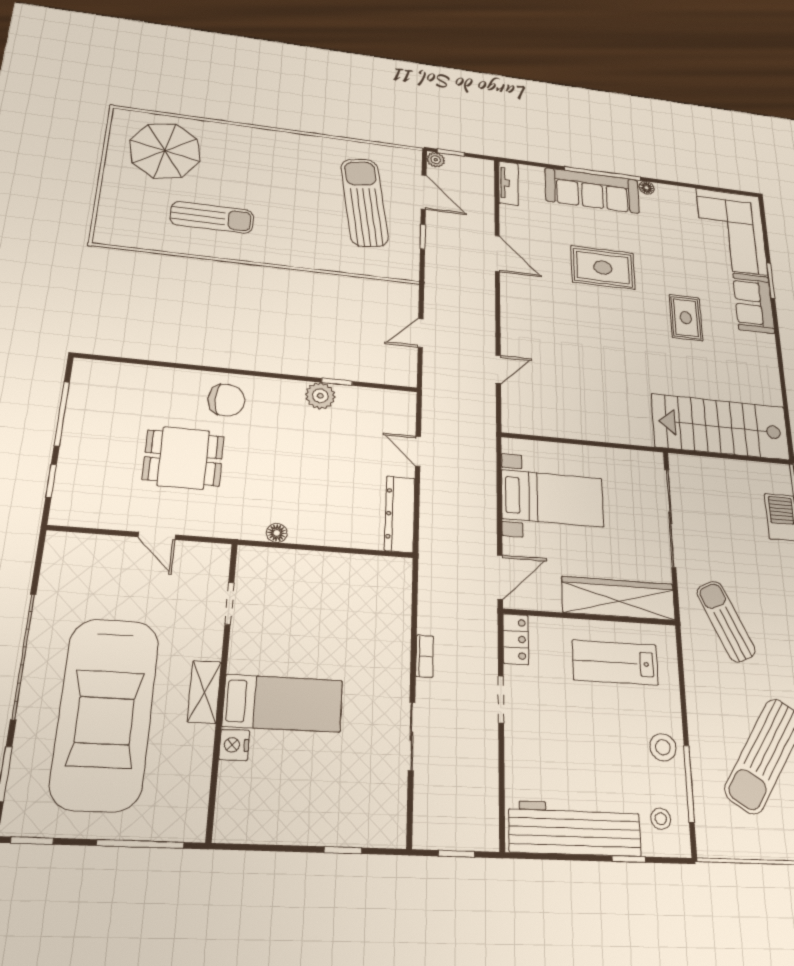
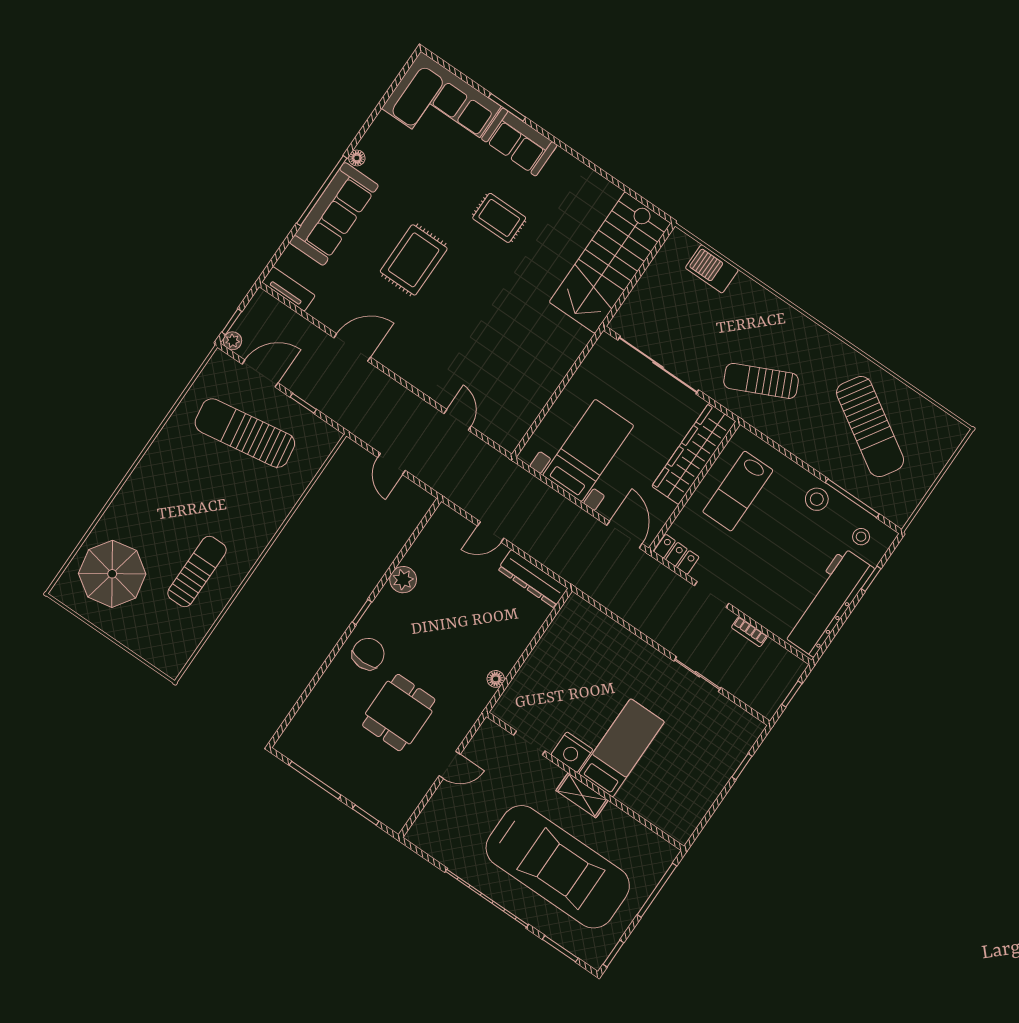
window: (337, 382) -> (362, 612), moved
bookcase: (425, 656) -> (749, 632), moved, turned 180
nightstand: (234, 745) -> (572, 752), moved, width x1.36, depth x1.33

